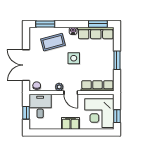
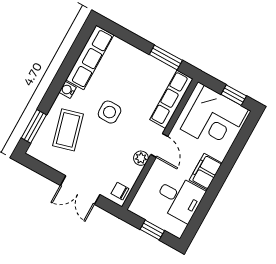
window: (98, 24) -> (78, 47), removed
window: (117, 60) -> (166, 57), moved
double door: (26, 65) -> (80, 190), width x0.73
door: (71, 93) -> (159, 145), hinge flipped
desk: (40, 106) -> (179, 198), moved, turned 180

